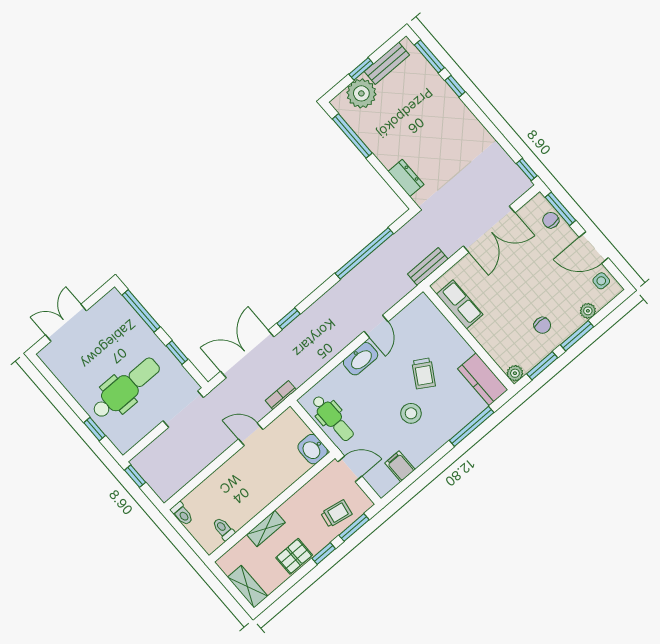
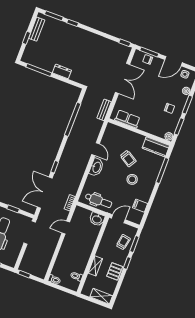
plant: (361, 93) -> (33, 49), removed
dresser: (406, 178) -> (62, 71), moved

